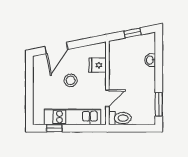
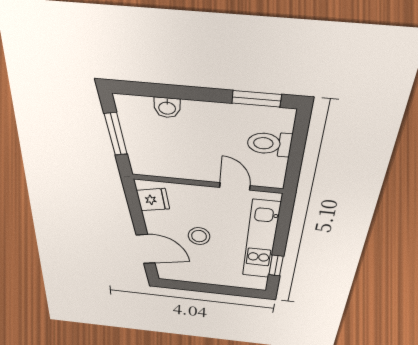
window: (133, 33) -> (116, 134), width x1.50
fridge: (98, 65) -> (153, 200), moved, turned -101
toilet: (120, 118) -> (269, 144), moved, turned -90

